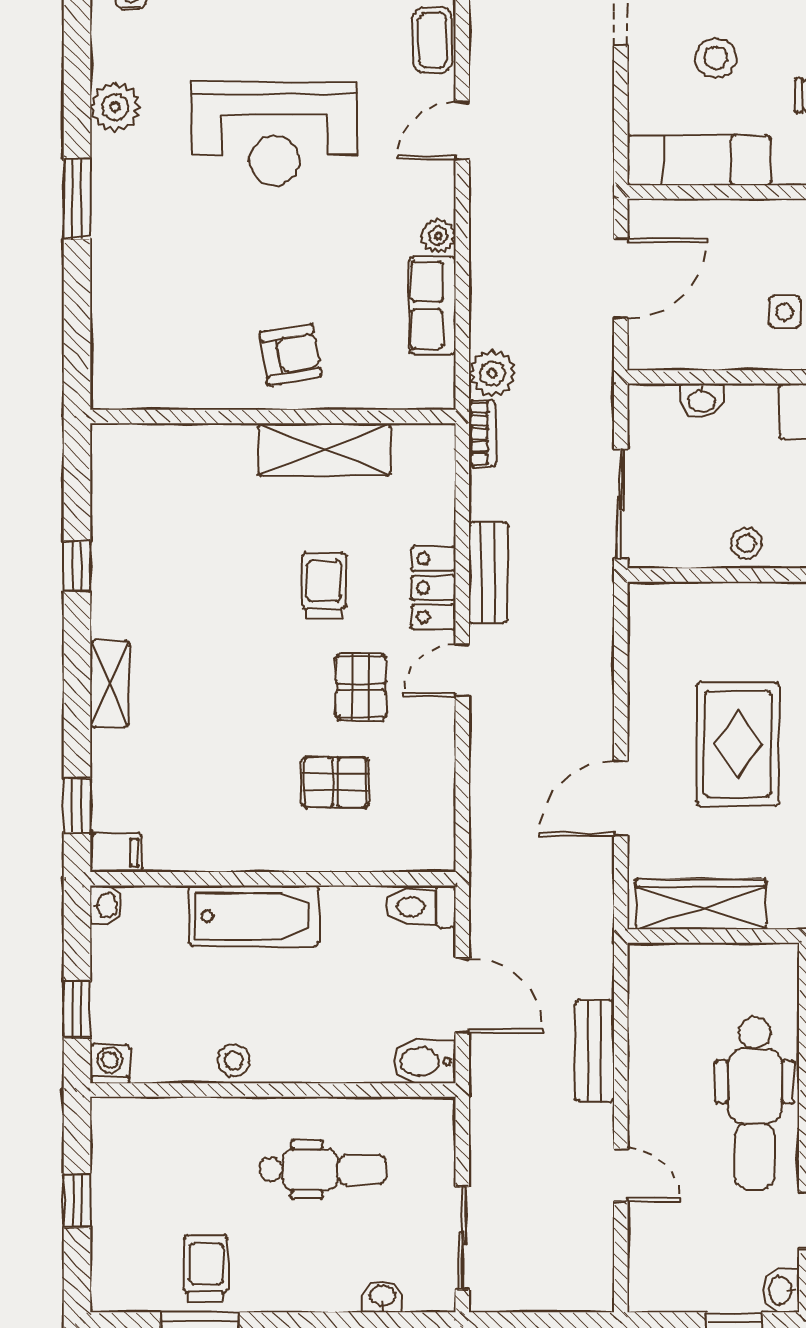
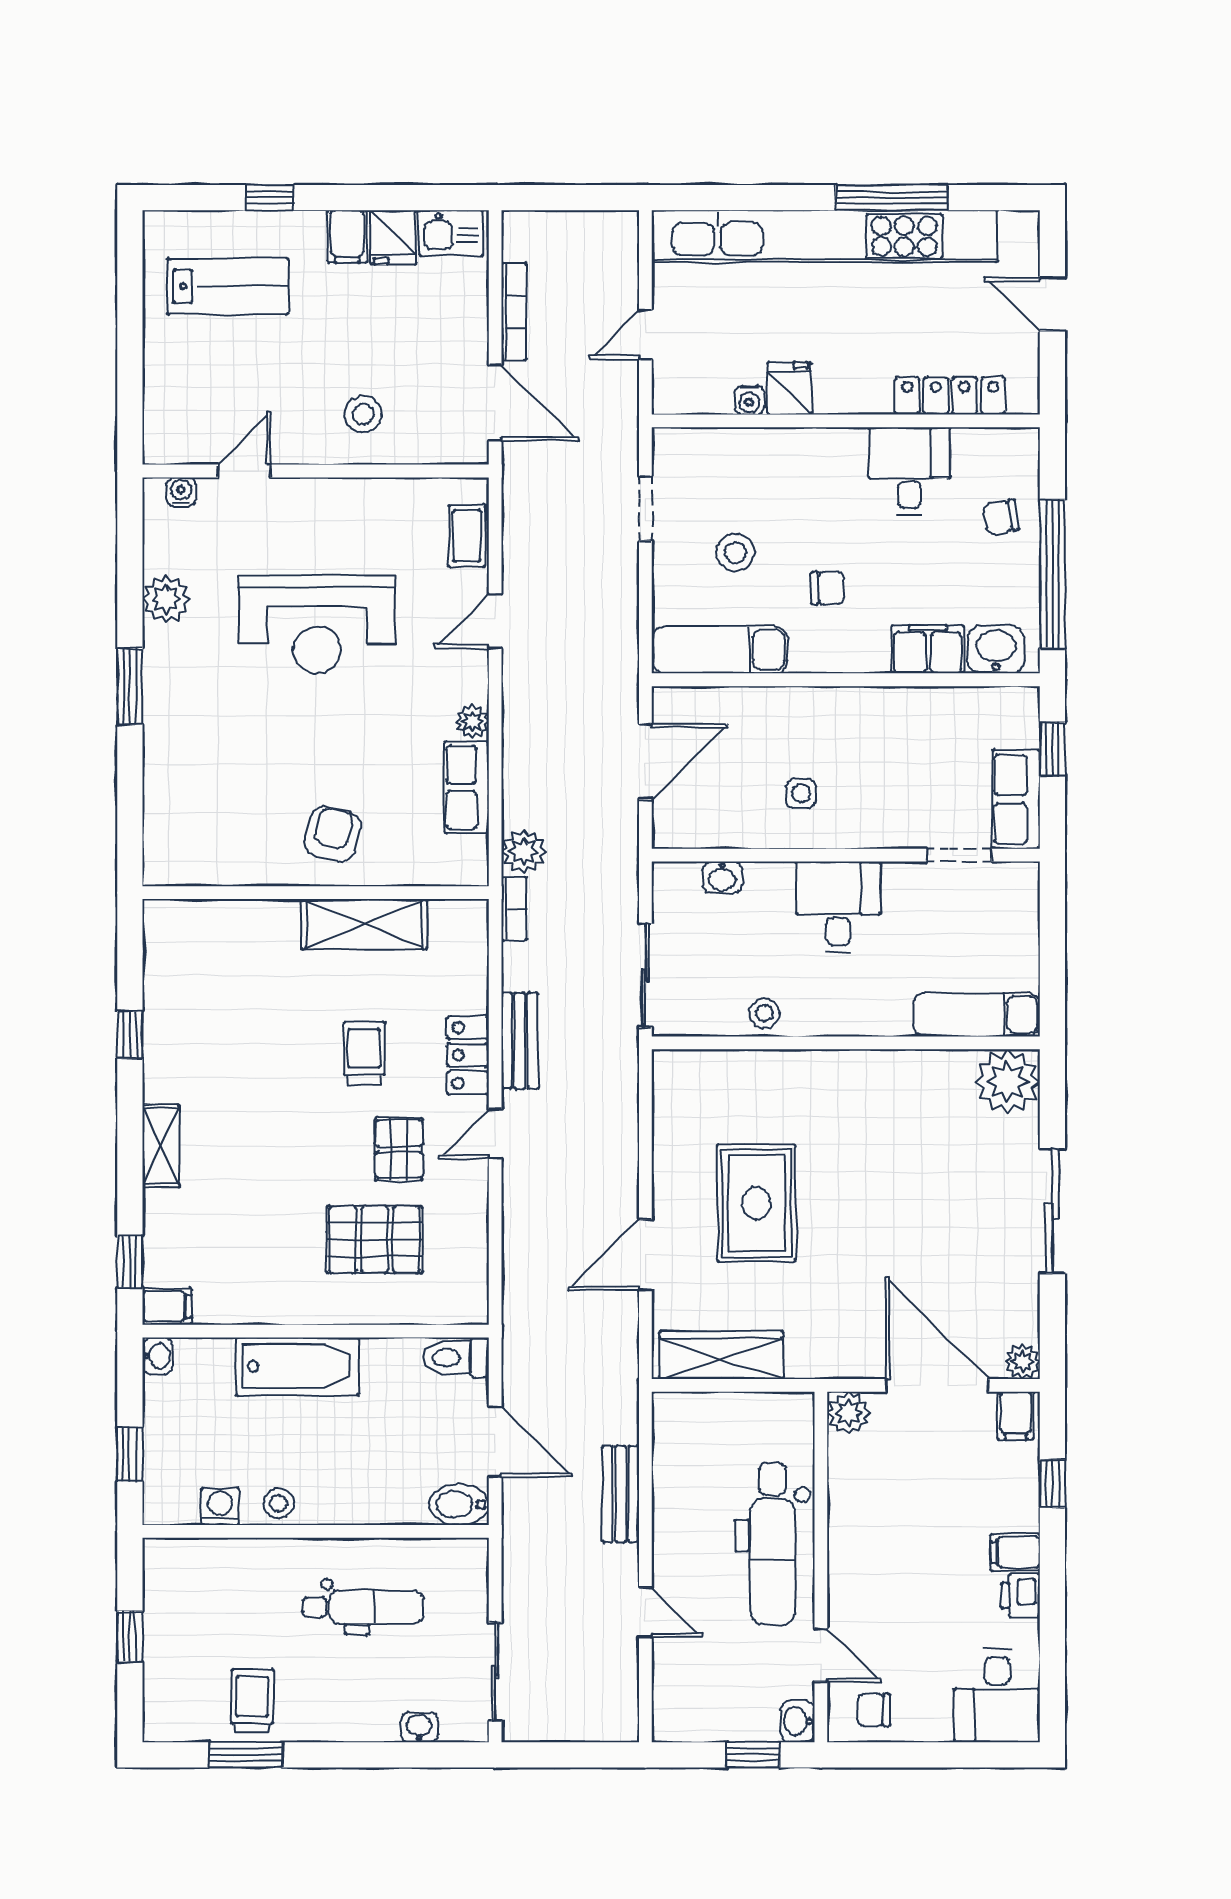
armchair: (291, 355) -> (332, 834), turned -65
pallet: (335, 782) -> (375, 1240), width x1.50, depth x1.42
washing machine: (110, 1064) -> (220, 1507), moved

